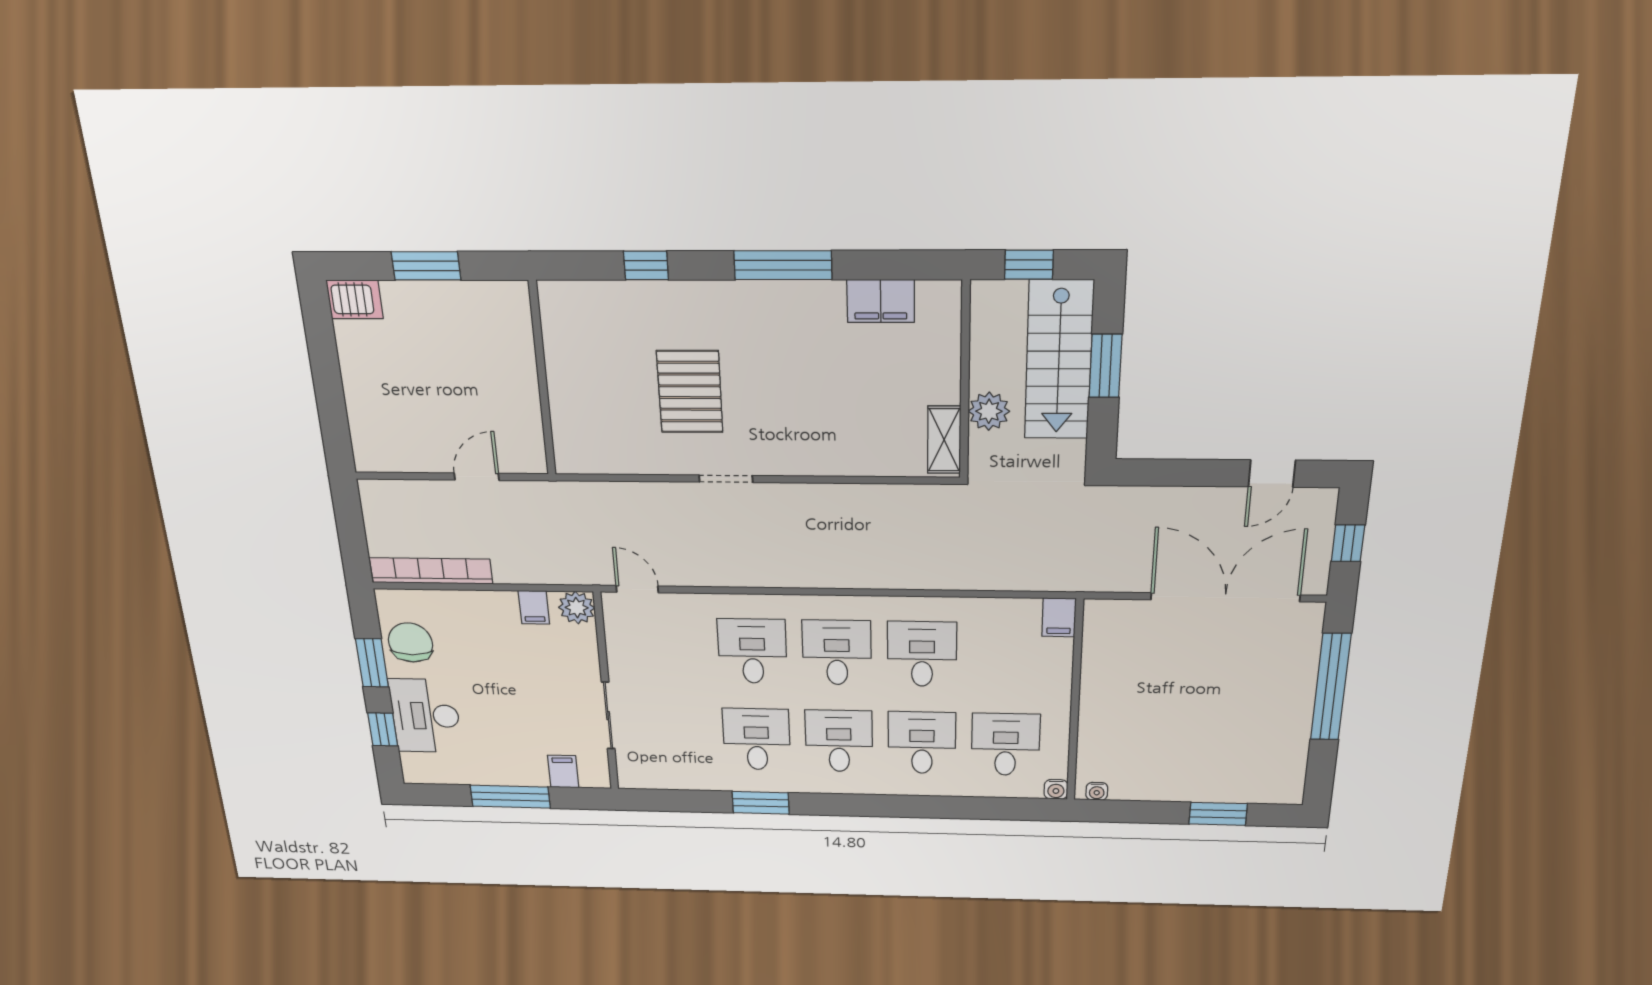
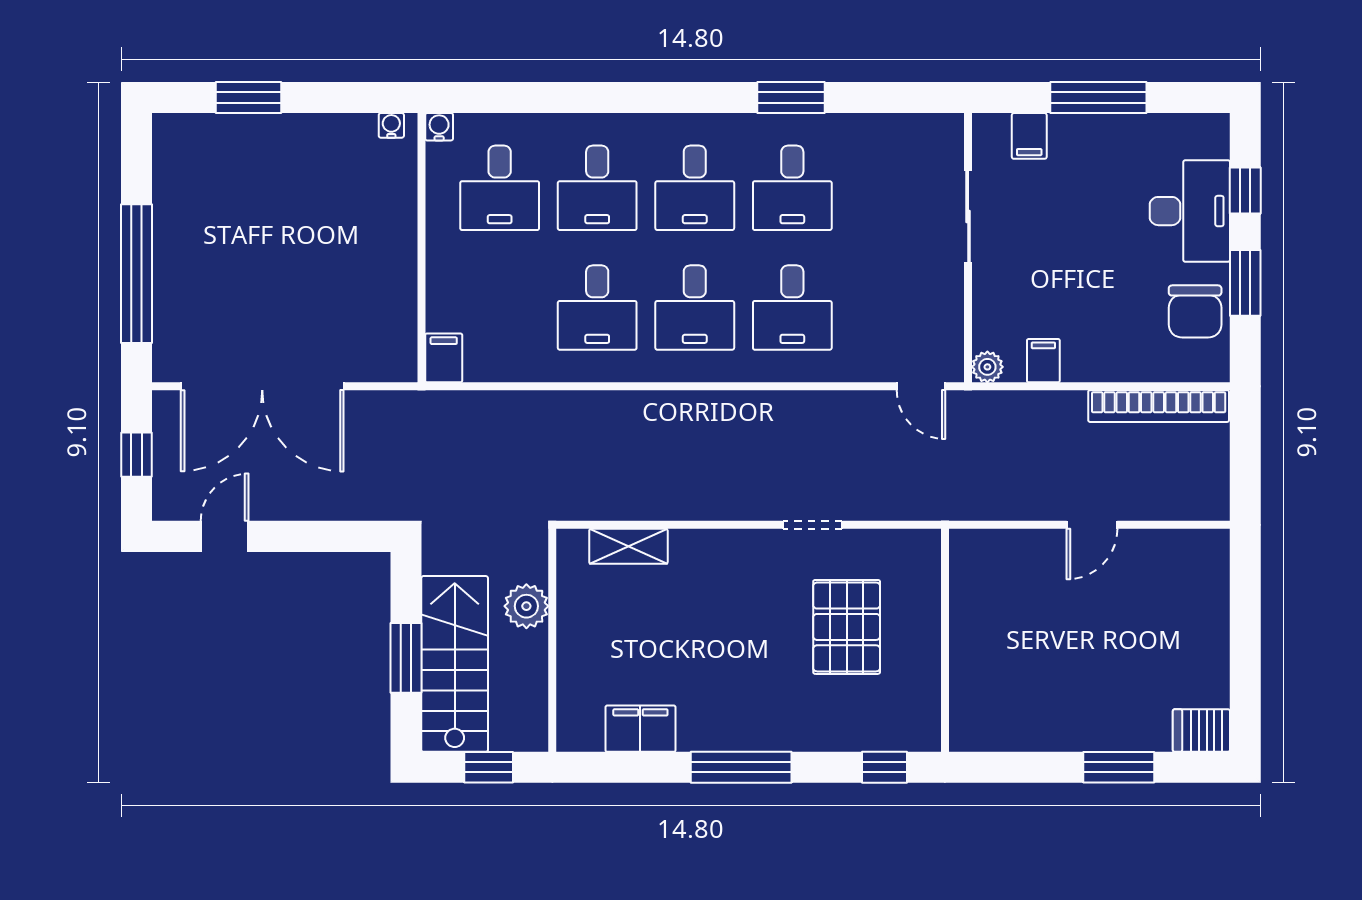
wall: (542, 380) -> (945, 640), moved
shelving: (944, 440) -> (628, 546), moved, turned 90
plant: (577, 608) -> (987, 367), width x0.73, depth x0.73

